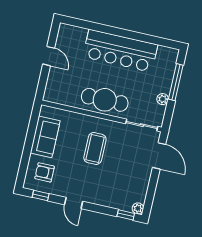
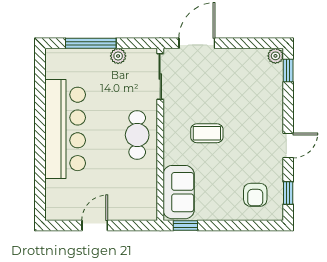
cafe table: (105, 100) -> (137, 135), width x0.73, depth x0.74
window: (34, 119) -> (185, 225), added
sofa: (45, 137) -> (179, 192), moved, turned 90
coffee table: (95, 149) -> (207, 133), width x0.73, depth x0.77

